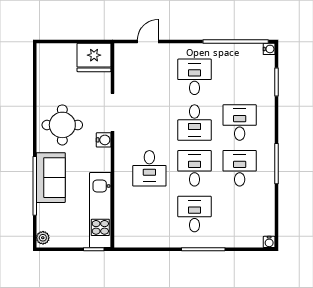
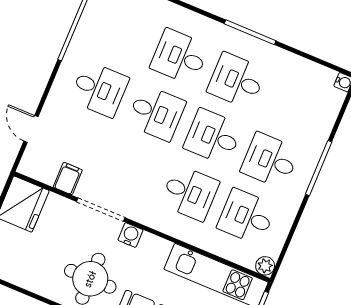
desk: (195, 77) -> (99, 89), turned 180
filing cabinet: (124, 81) -> (68, 179), added
desk: (149, 214) -> (247, 217), added
plant: (121, 241) -> (265, 266), added

